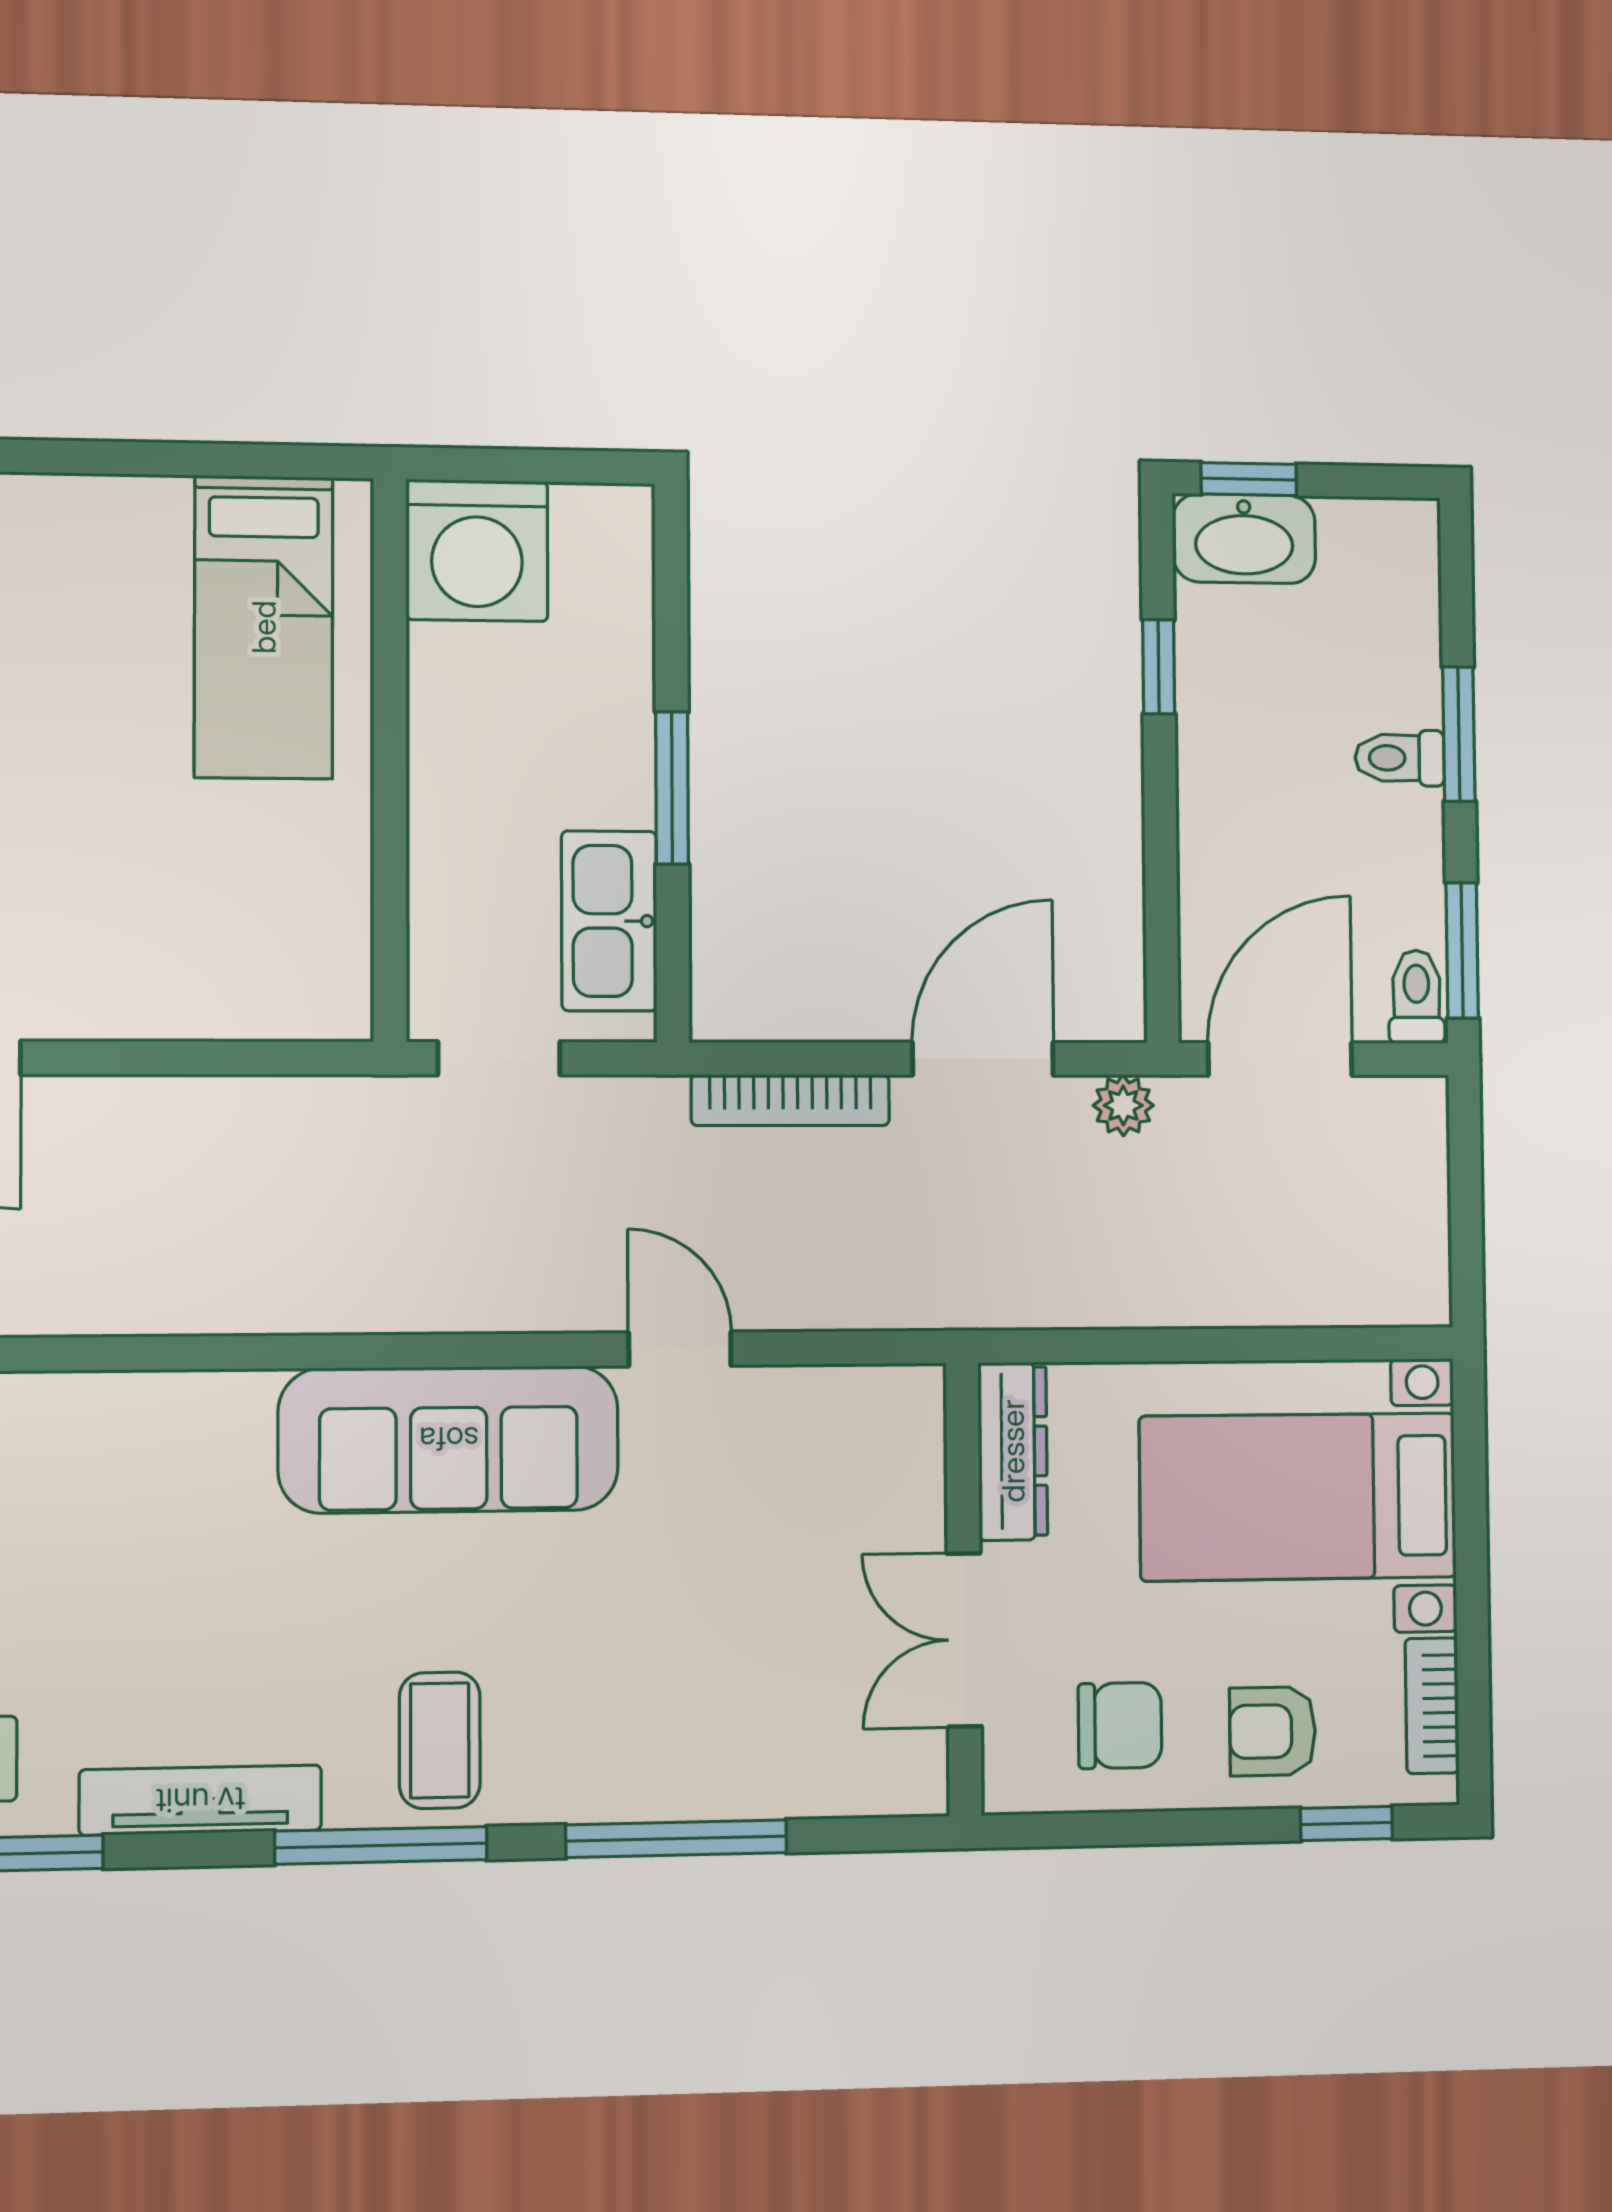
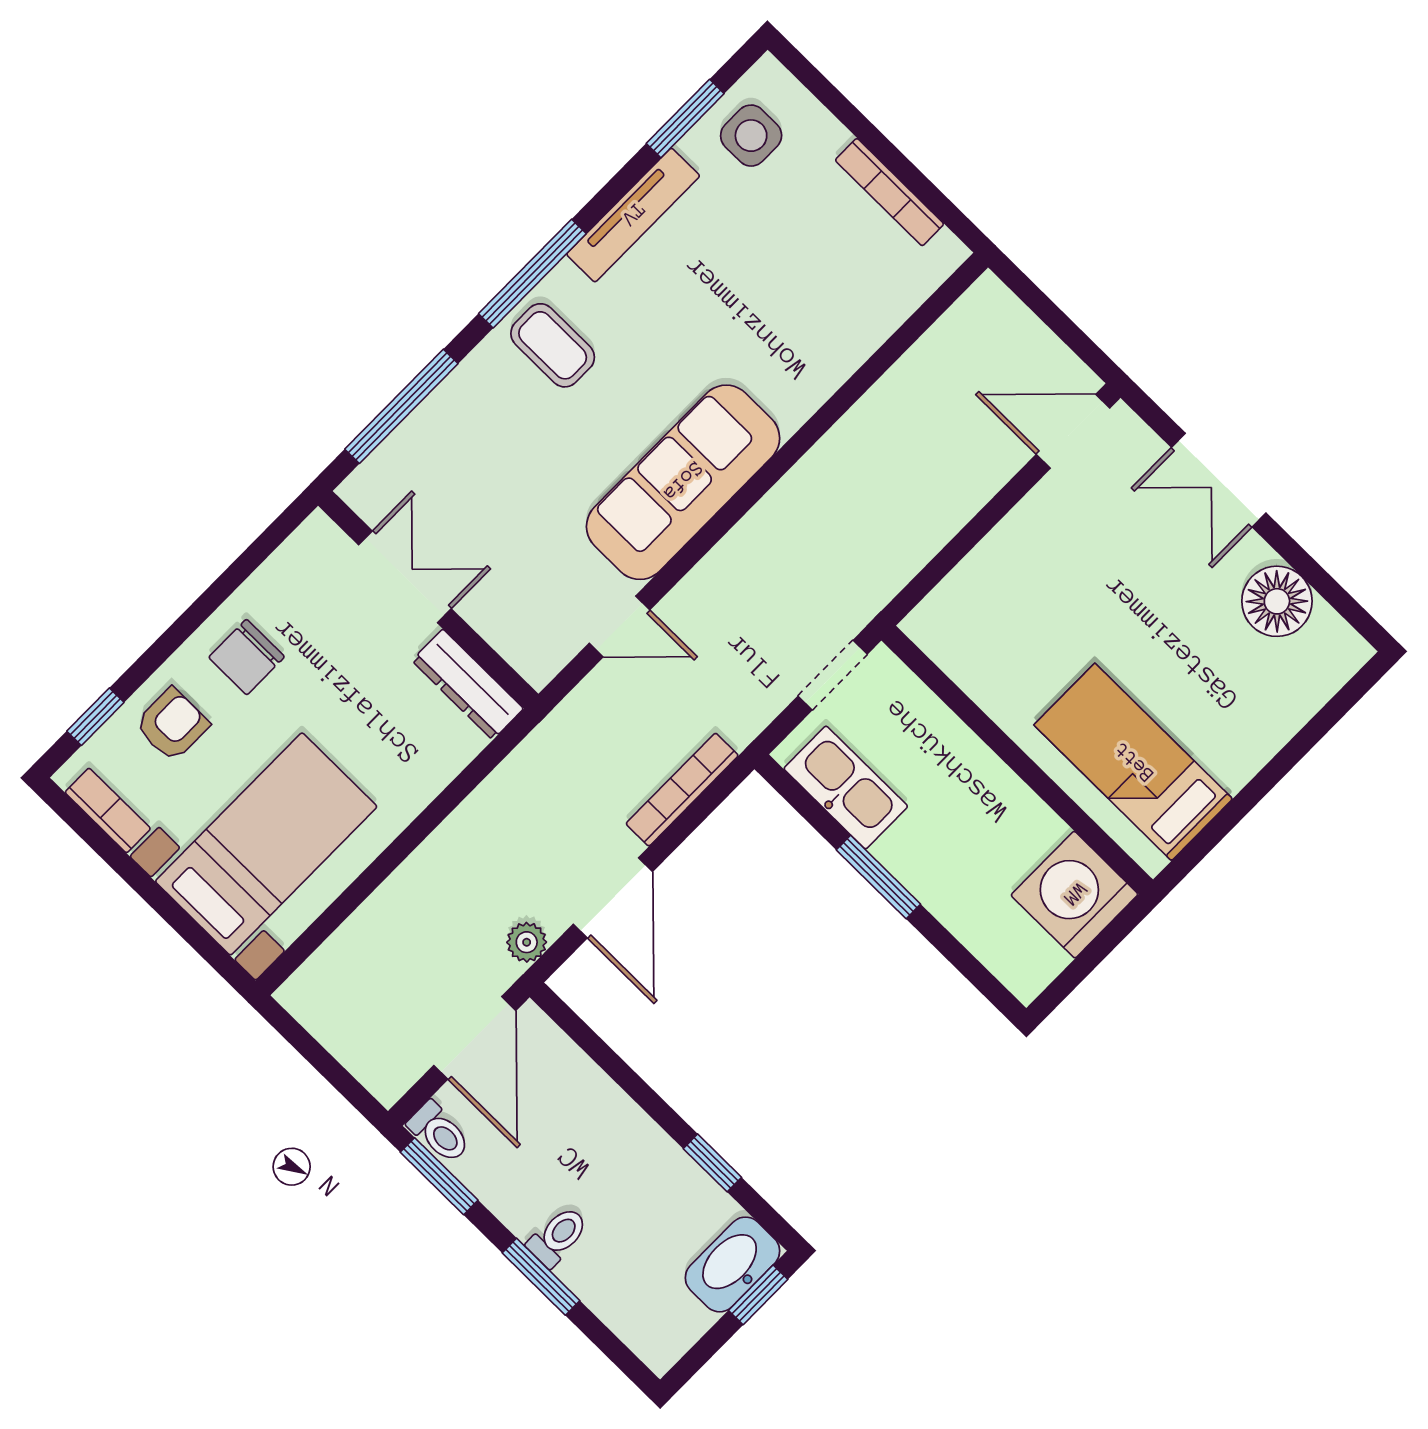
dresser: (1013, 1451) -> (468, 685), moved
wall: (964, 1589) -> (428, 600), moved
double door: (964, 1640) -> (405, 577), moved

